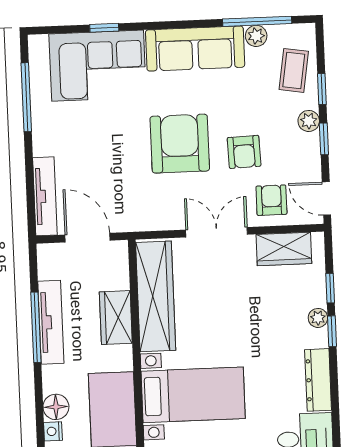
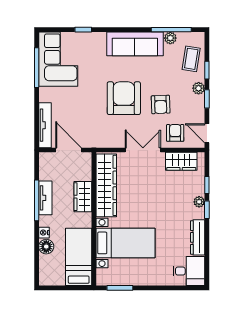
corner sofa: (98, 66) -> (58, 59), moved, turned -90
tv unit: (51, 322) -> (45, 198), width x0.71
nightstand: (53, 431) -> (44, 233), moved

